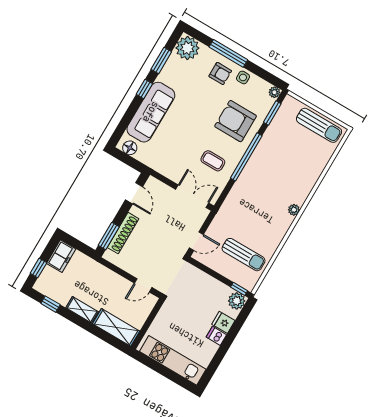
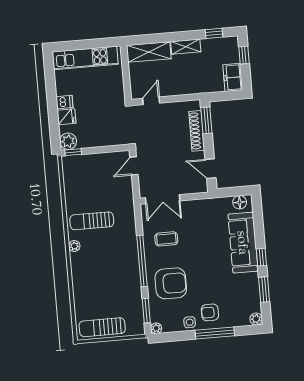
plant: (187, 48) -> (256, 319), width x0.53, depth x0.53
sun lounger: (244, 255) -> (92, 221), moved

